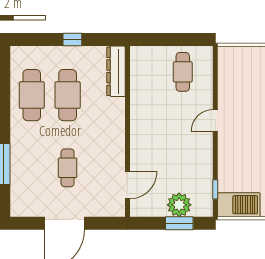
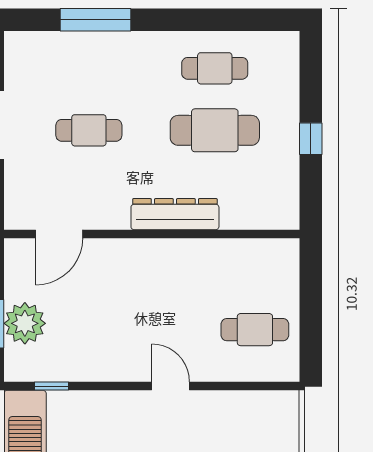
dresser: (116, 71) -> (175, 214), moved
cafe table: (32, 95) -> (215, 68), width x0.73, depth x0.74
door: (127, 185) -> (59, 234), hinge flipped

